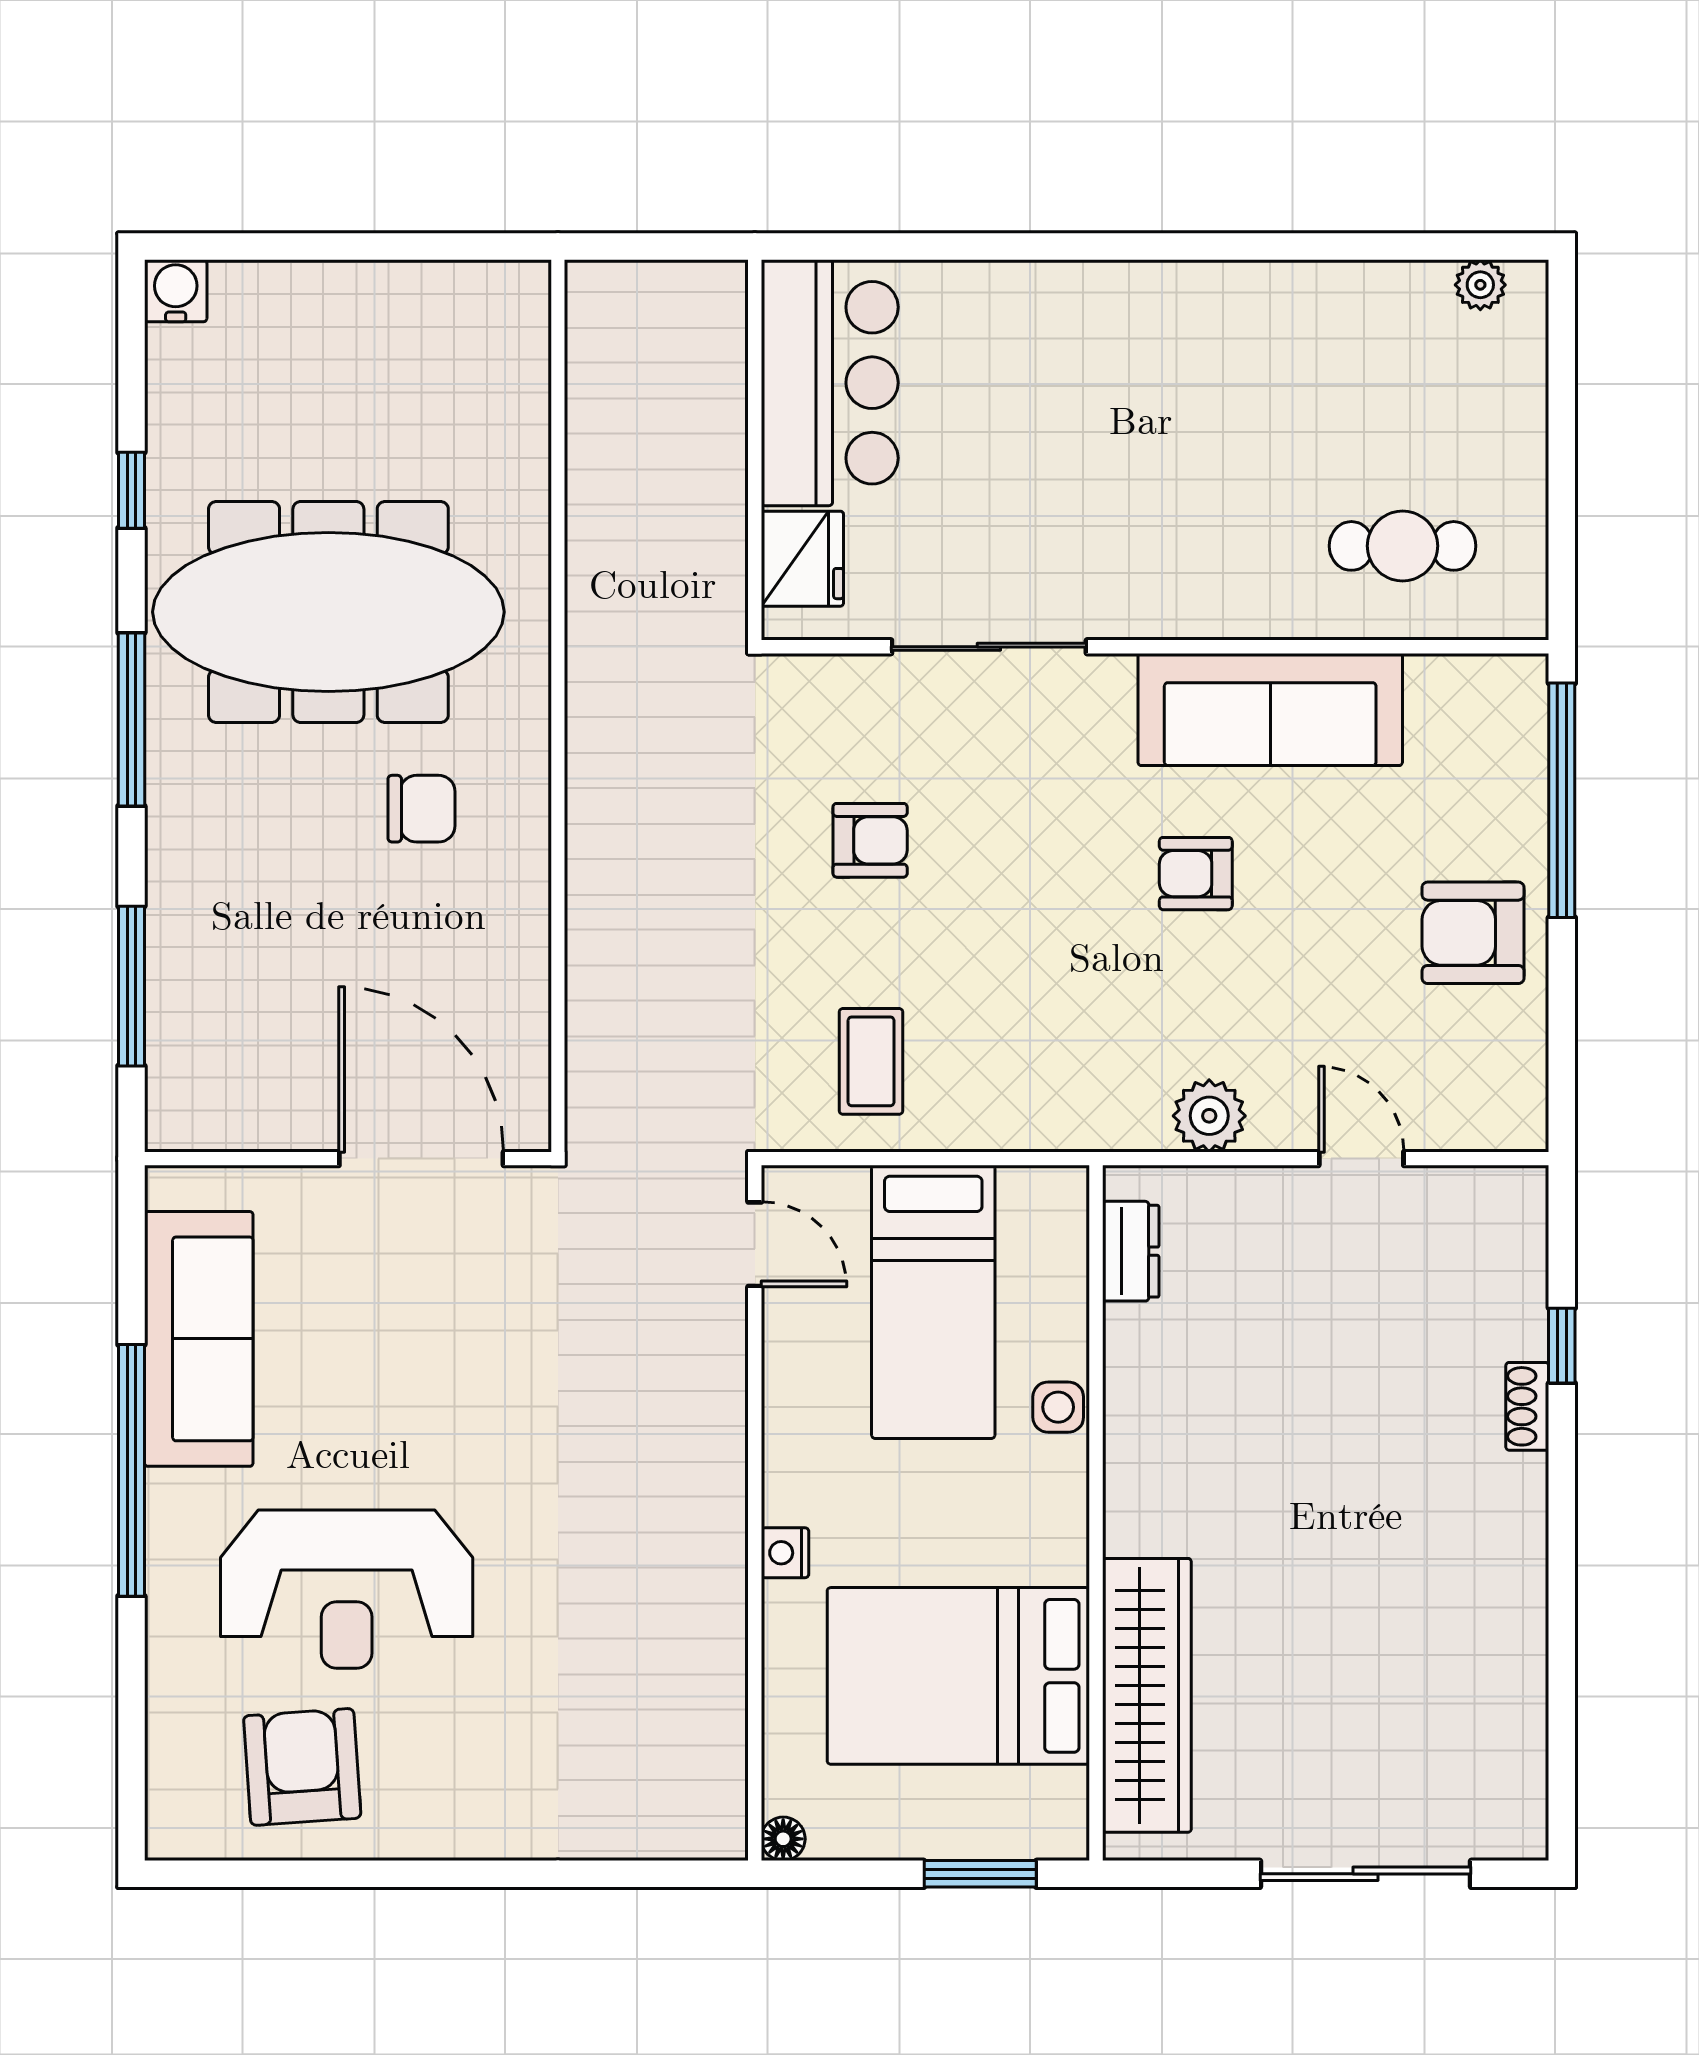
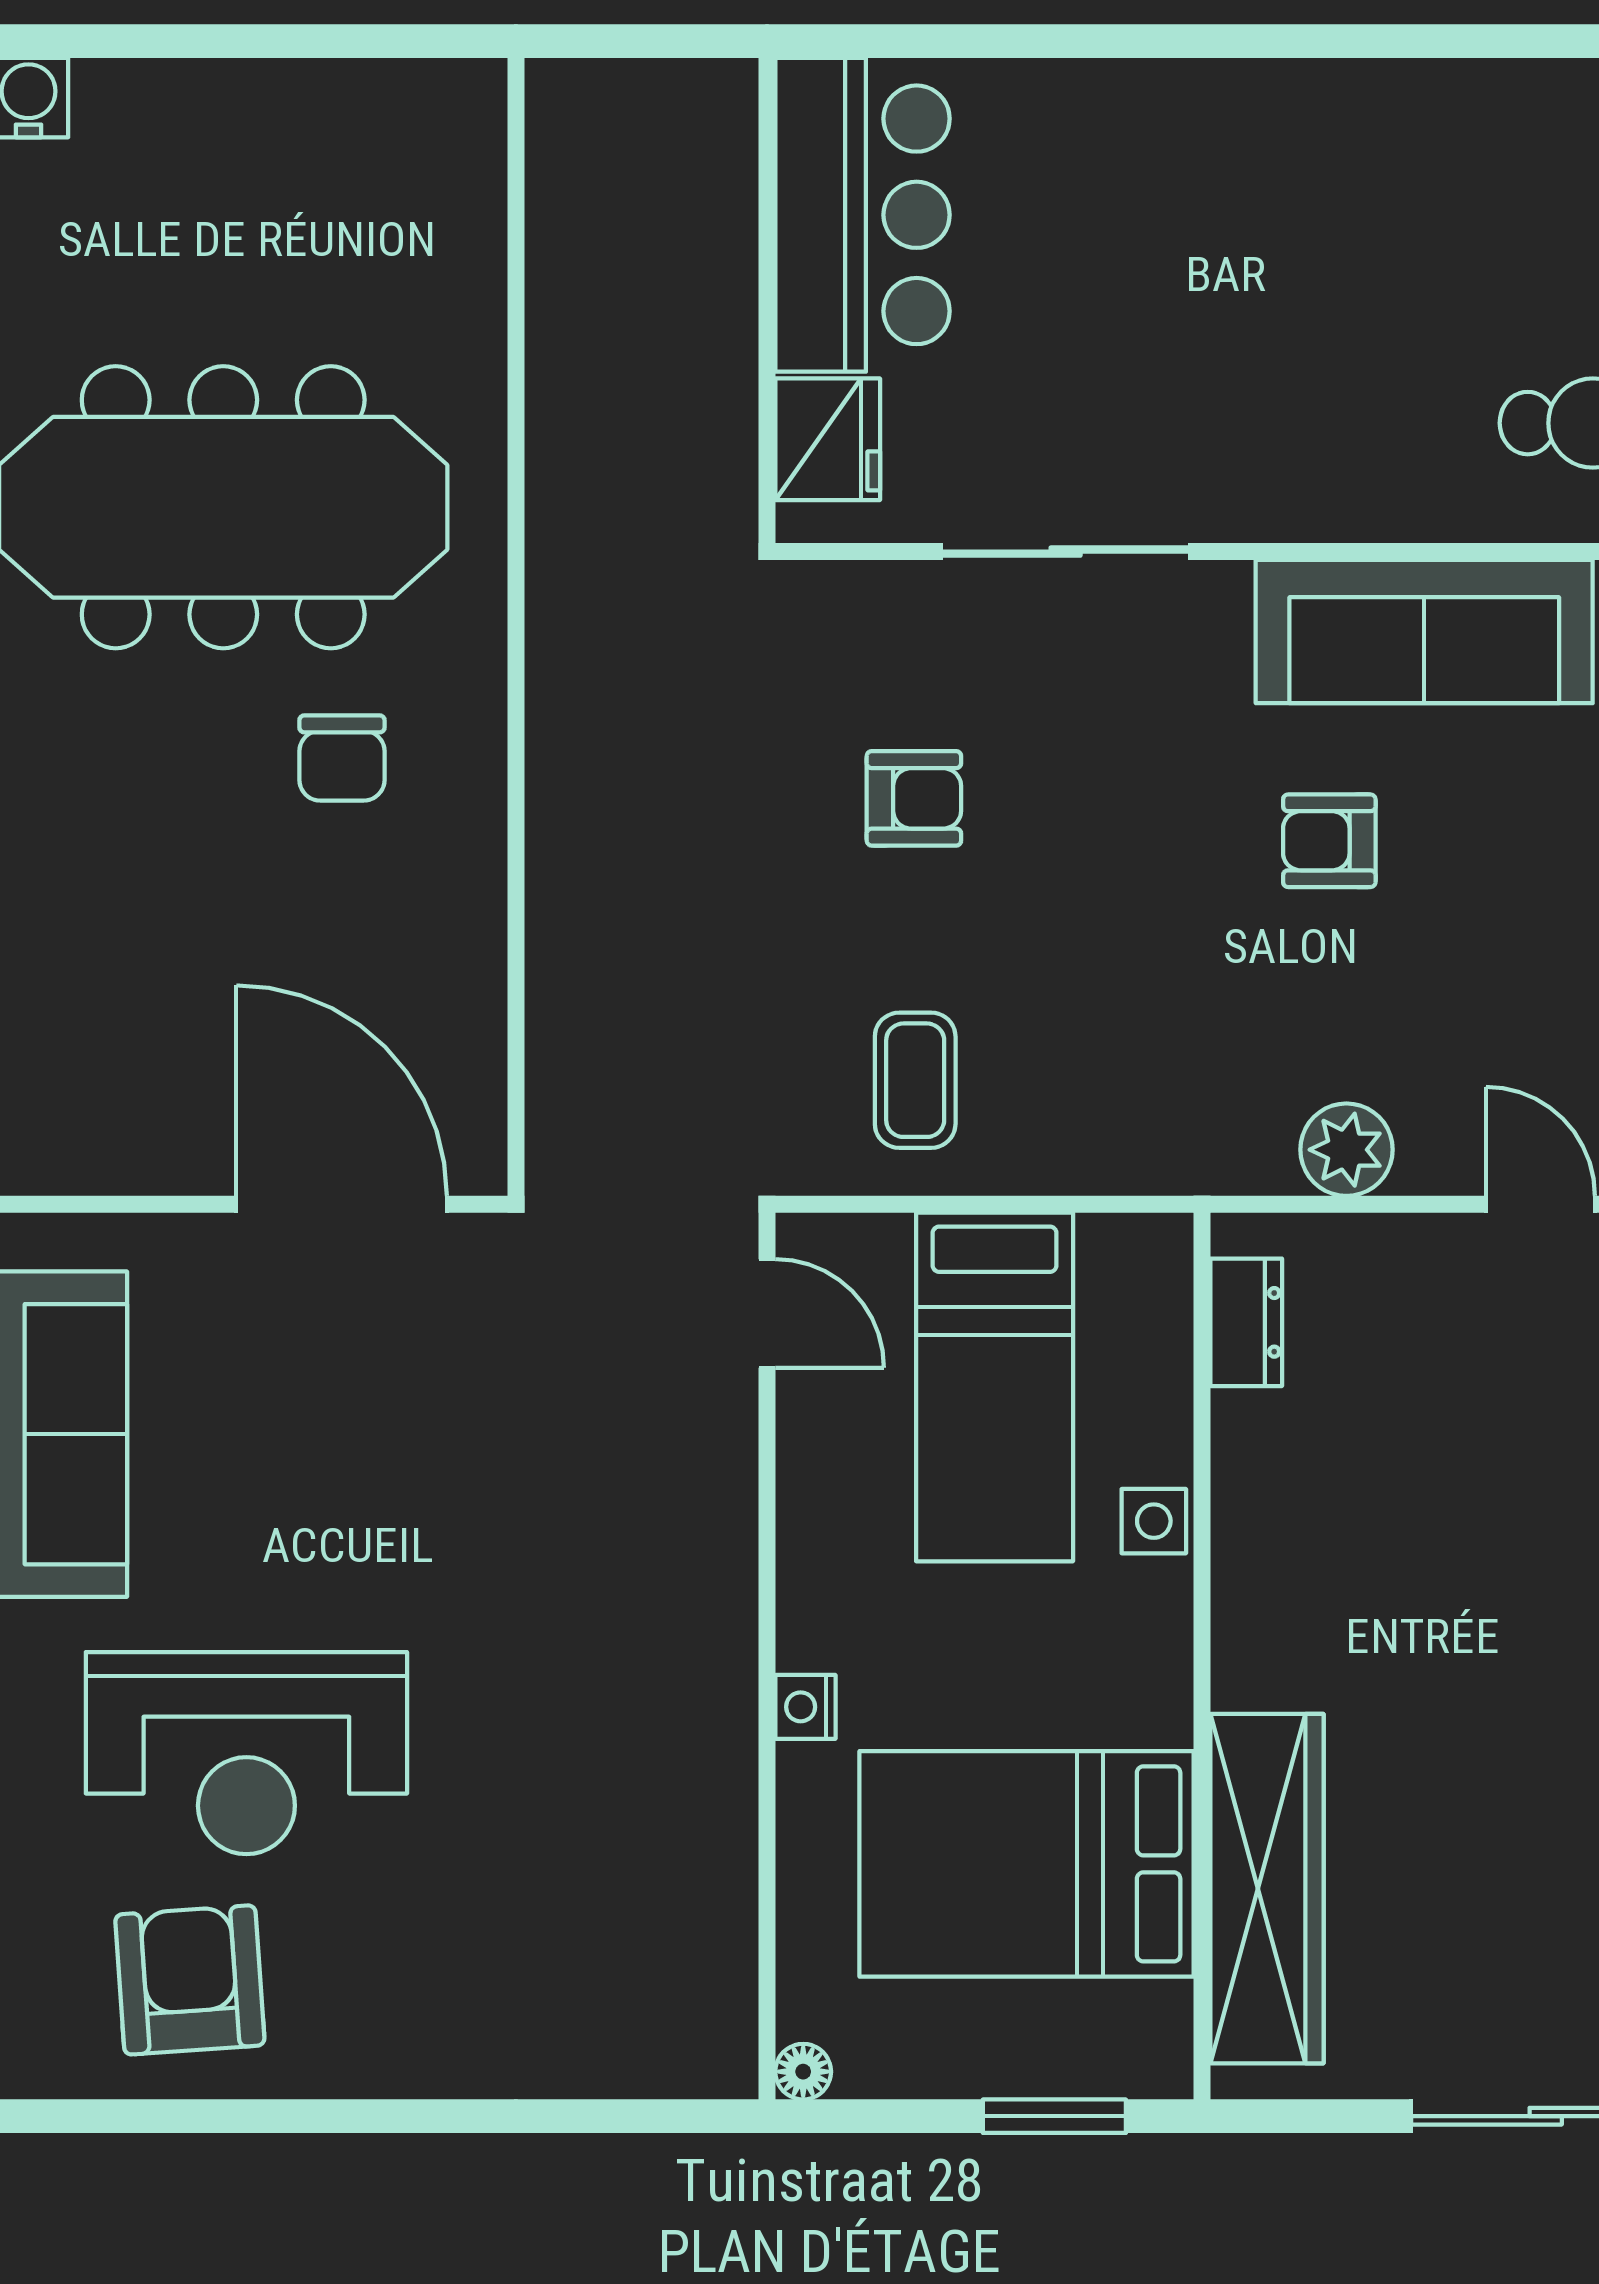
chair: (421, 809) -> (342, 758), turned 90

